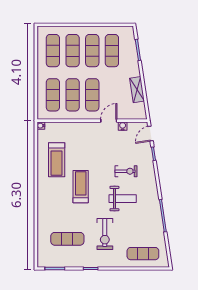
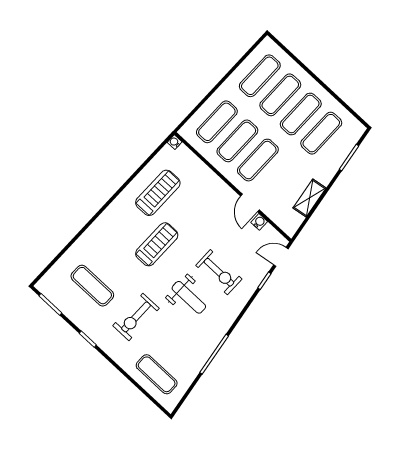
door: (109, 121) -> (250, 203), swing flipped
treadmill: (57, 160) -> (158, 193), turned 180
exercise bike: (126, 171) -> (219, 272), width x1.38, depth x1.39

